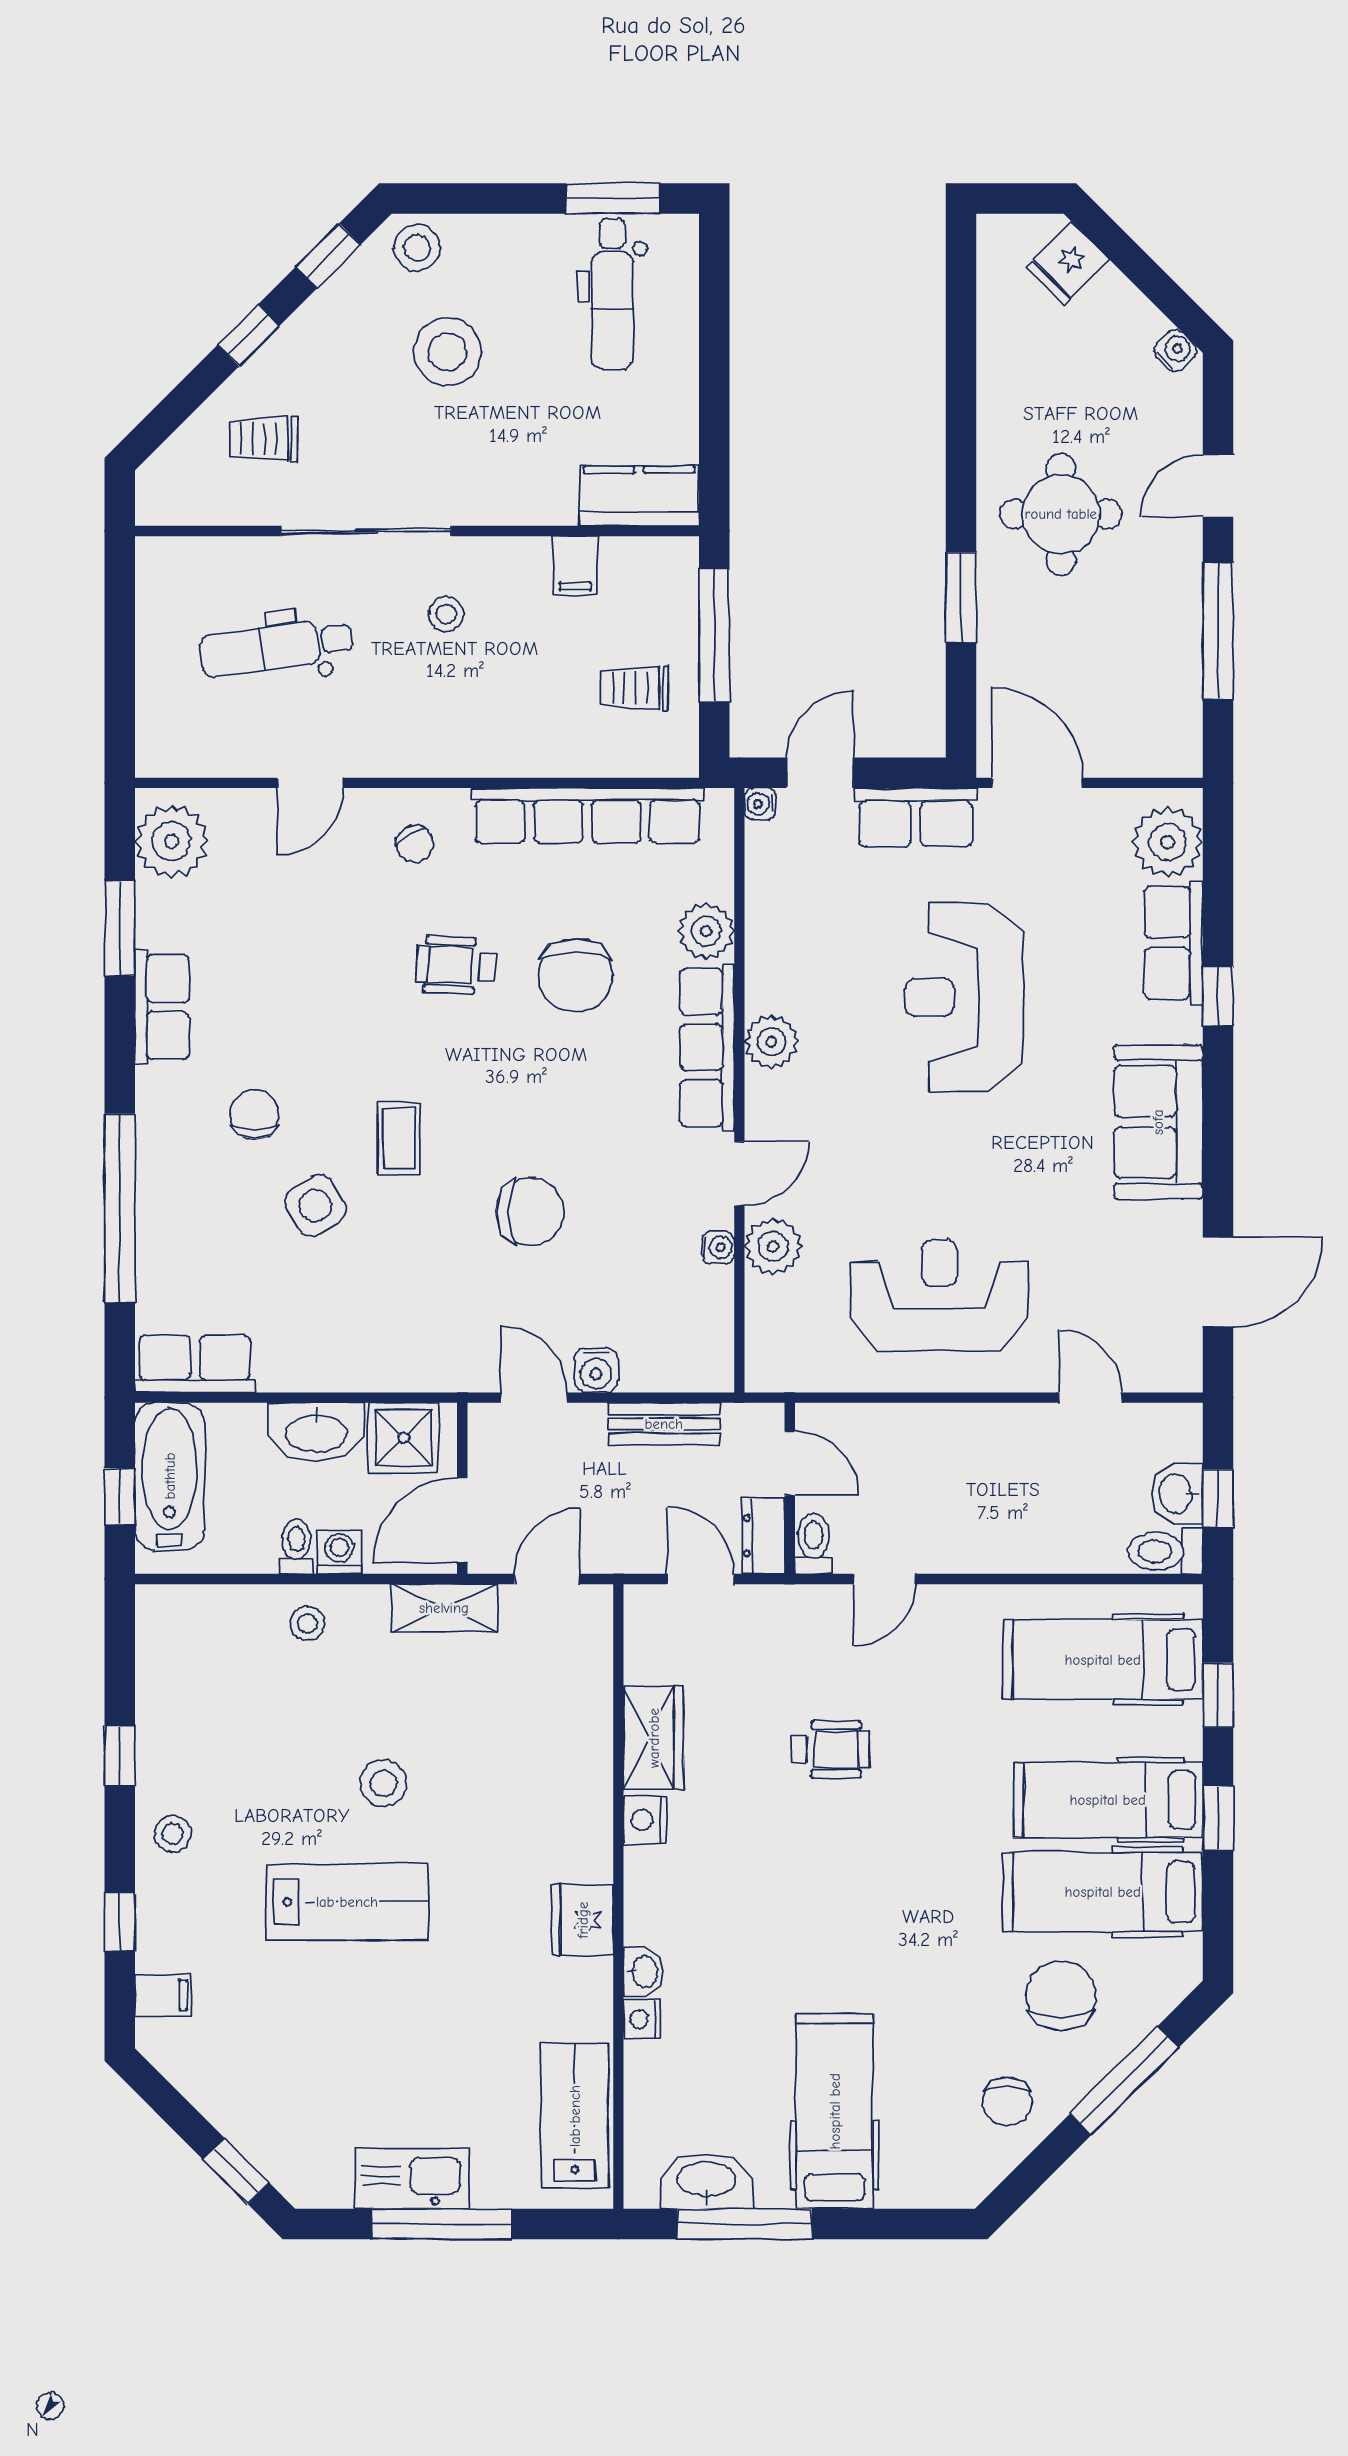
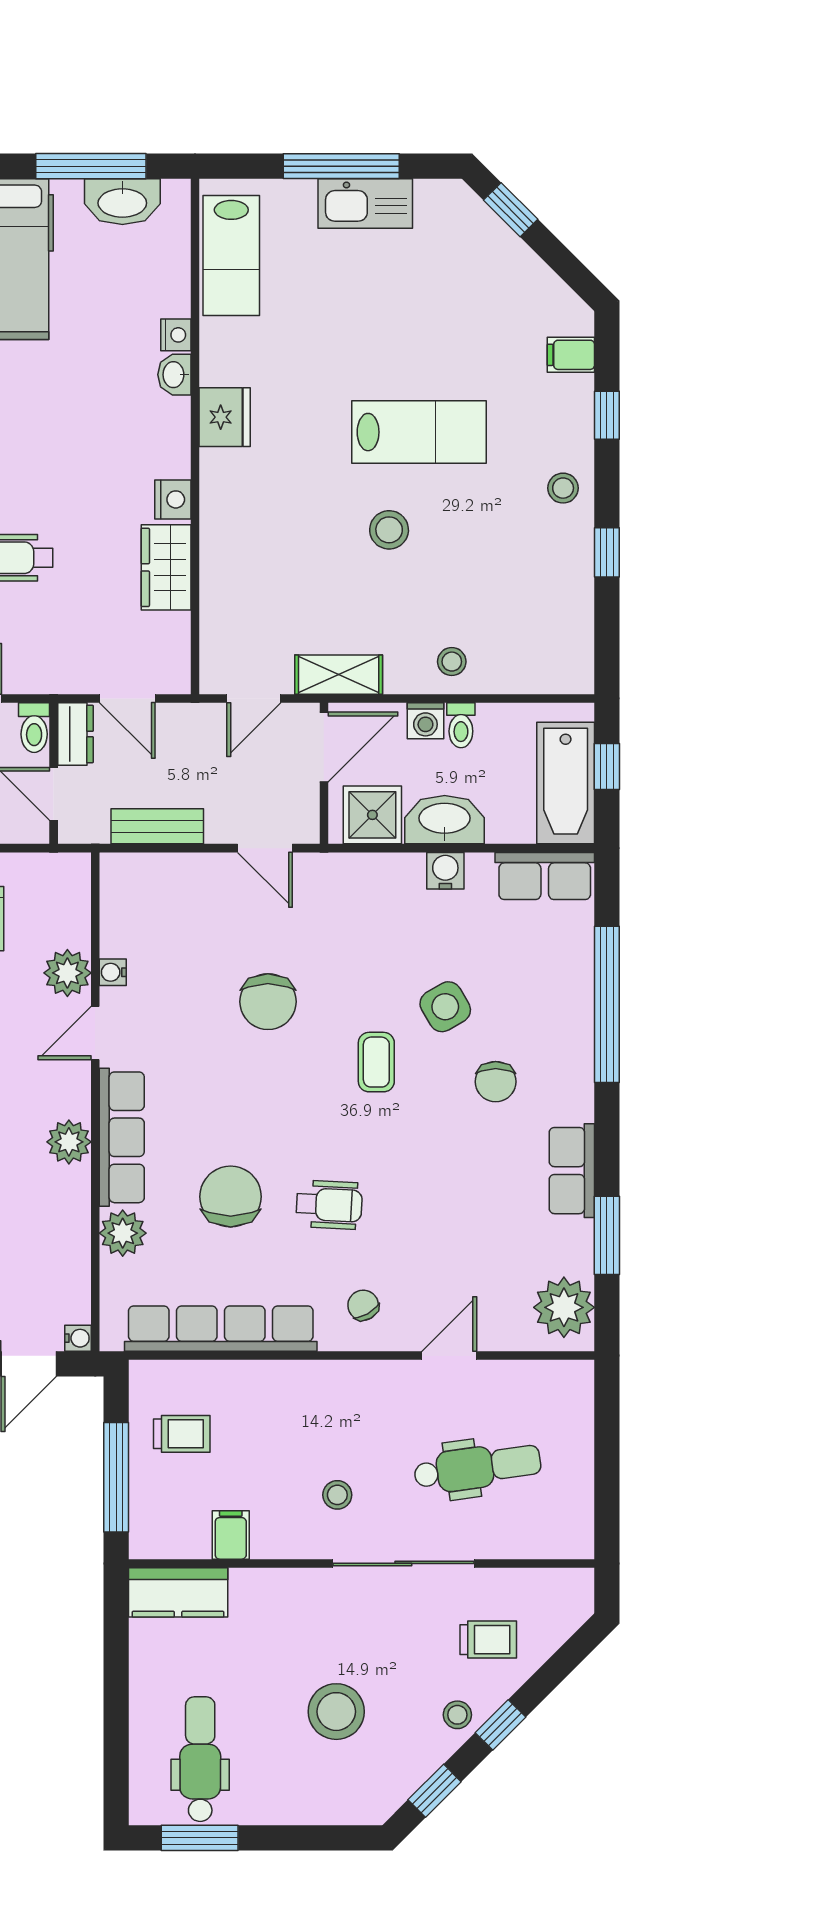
stool: (417, 248) -> (457, 1715), moved, width x0.73, depth x0.73
chair: (530, 1212) -> (268, 1002), turned -90
water cooler: (596, 1370) -> (445, 871), moved
lab bench: (347, 1902) -> (419, 432), turned 180

